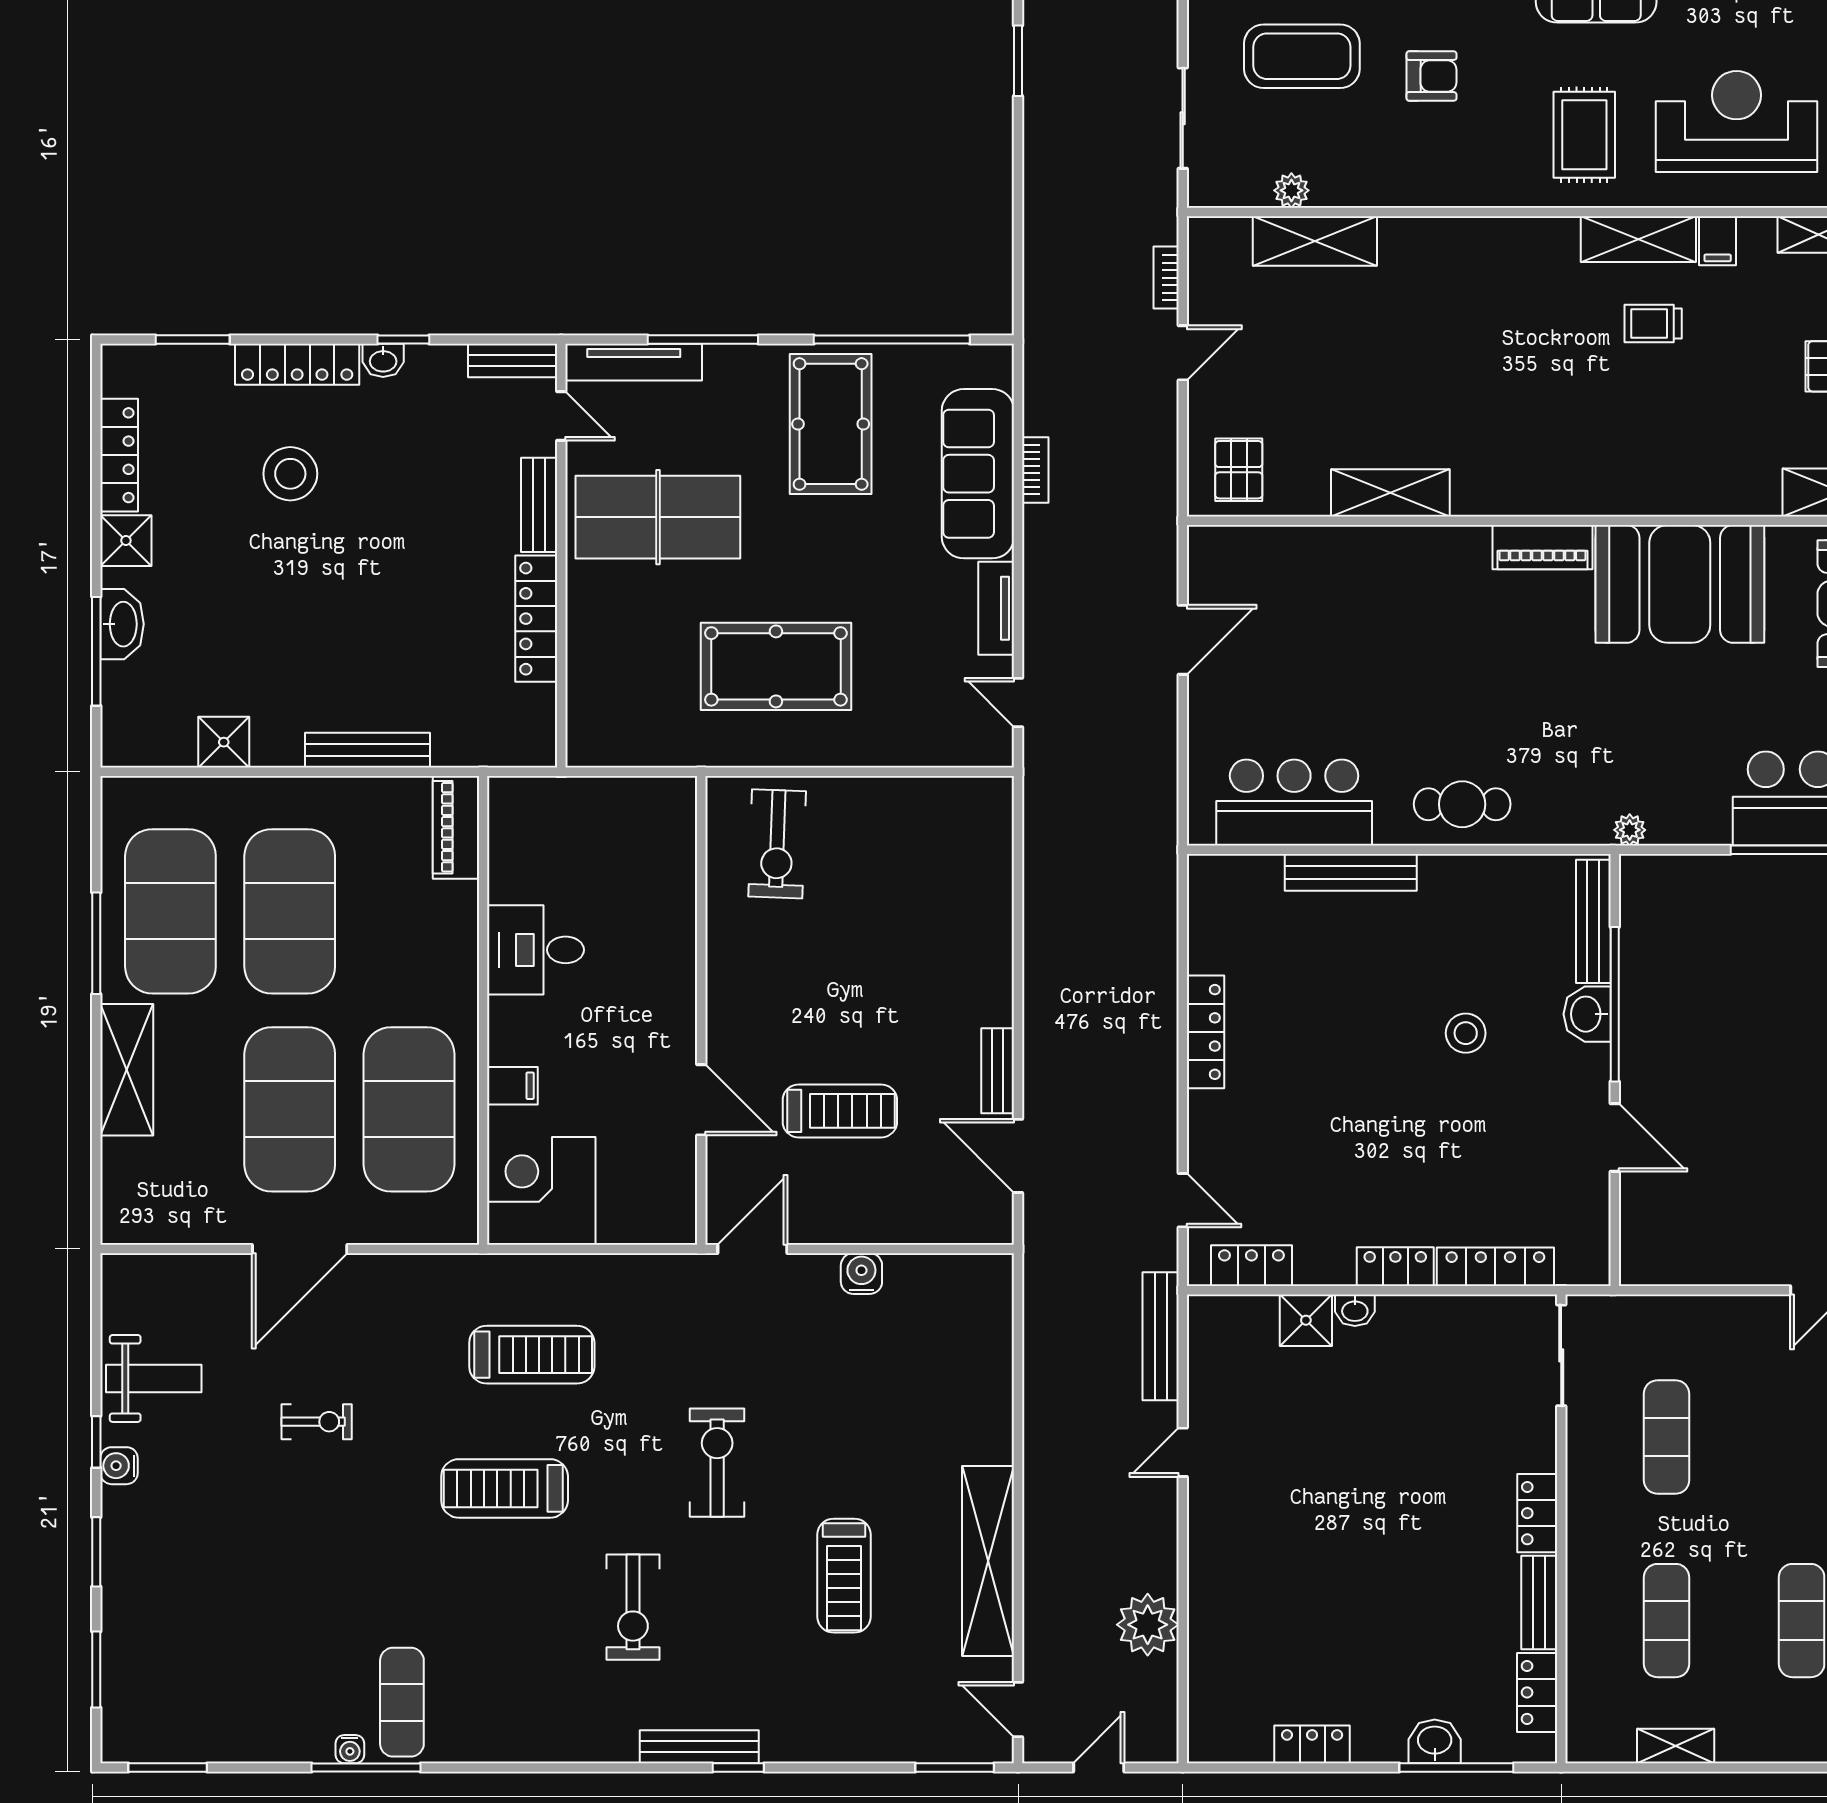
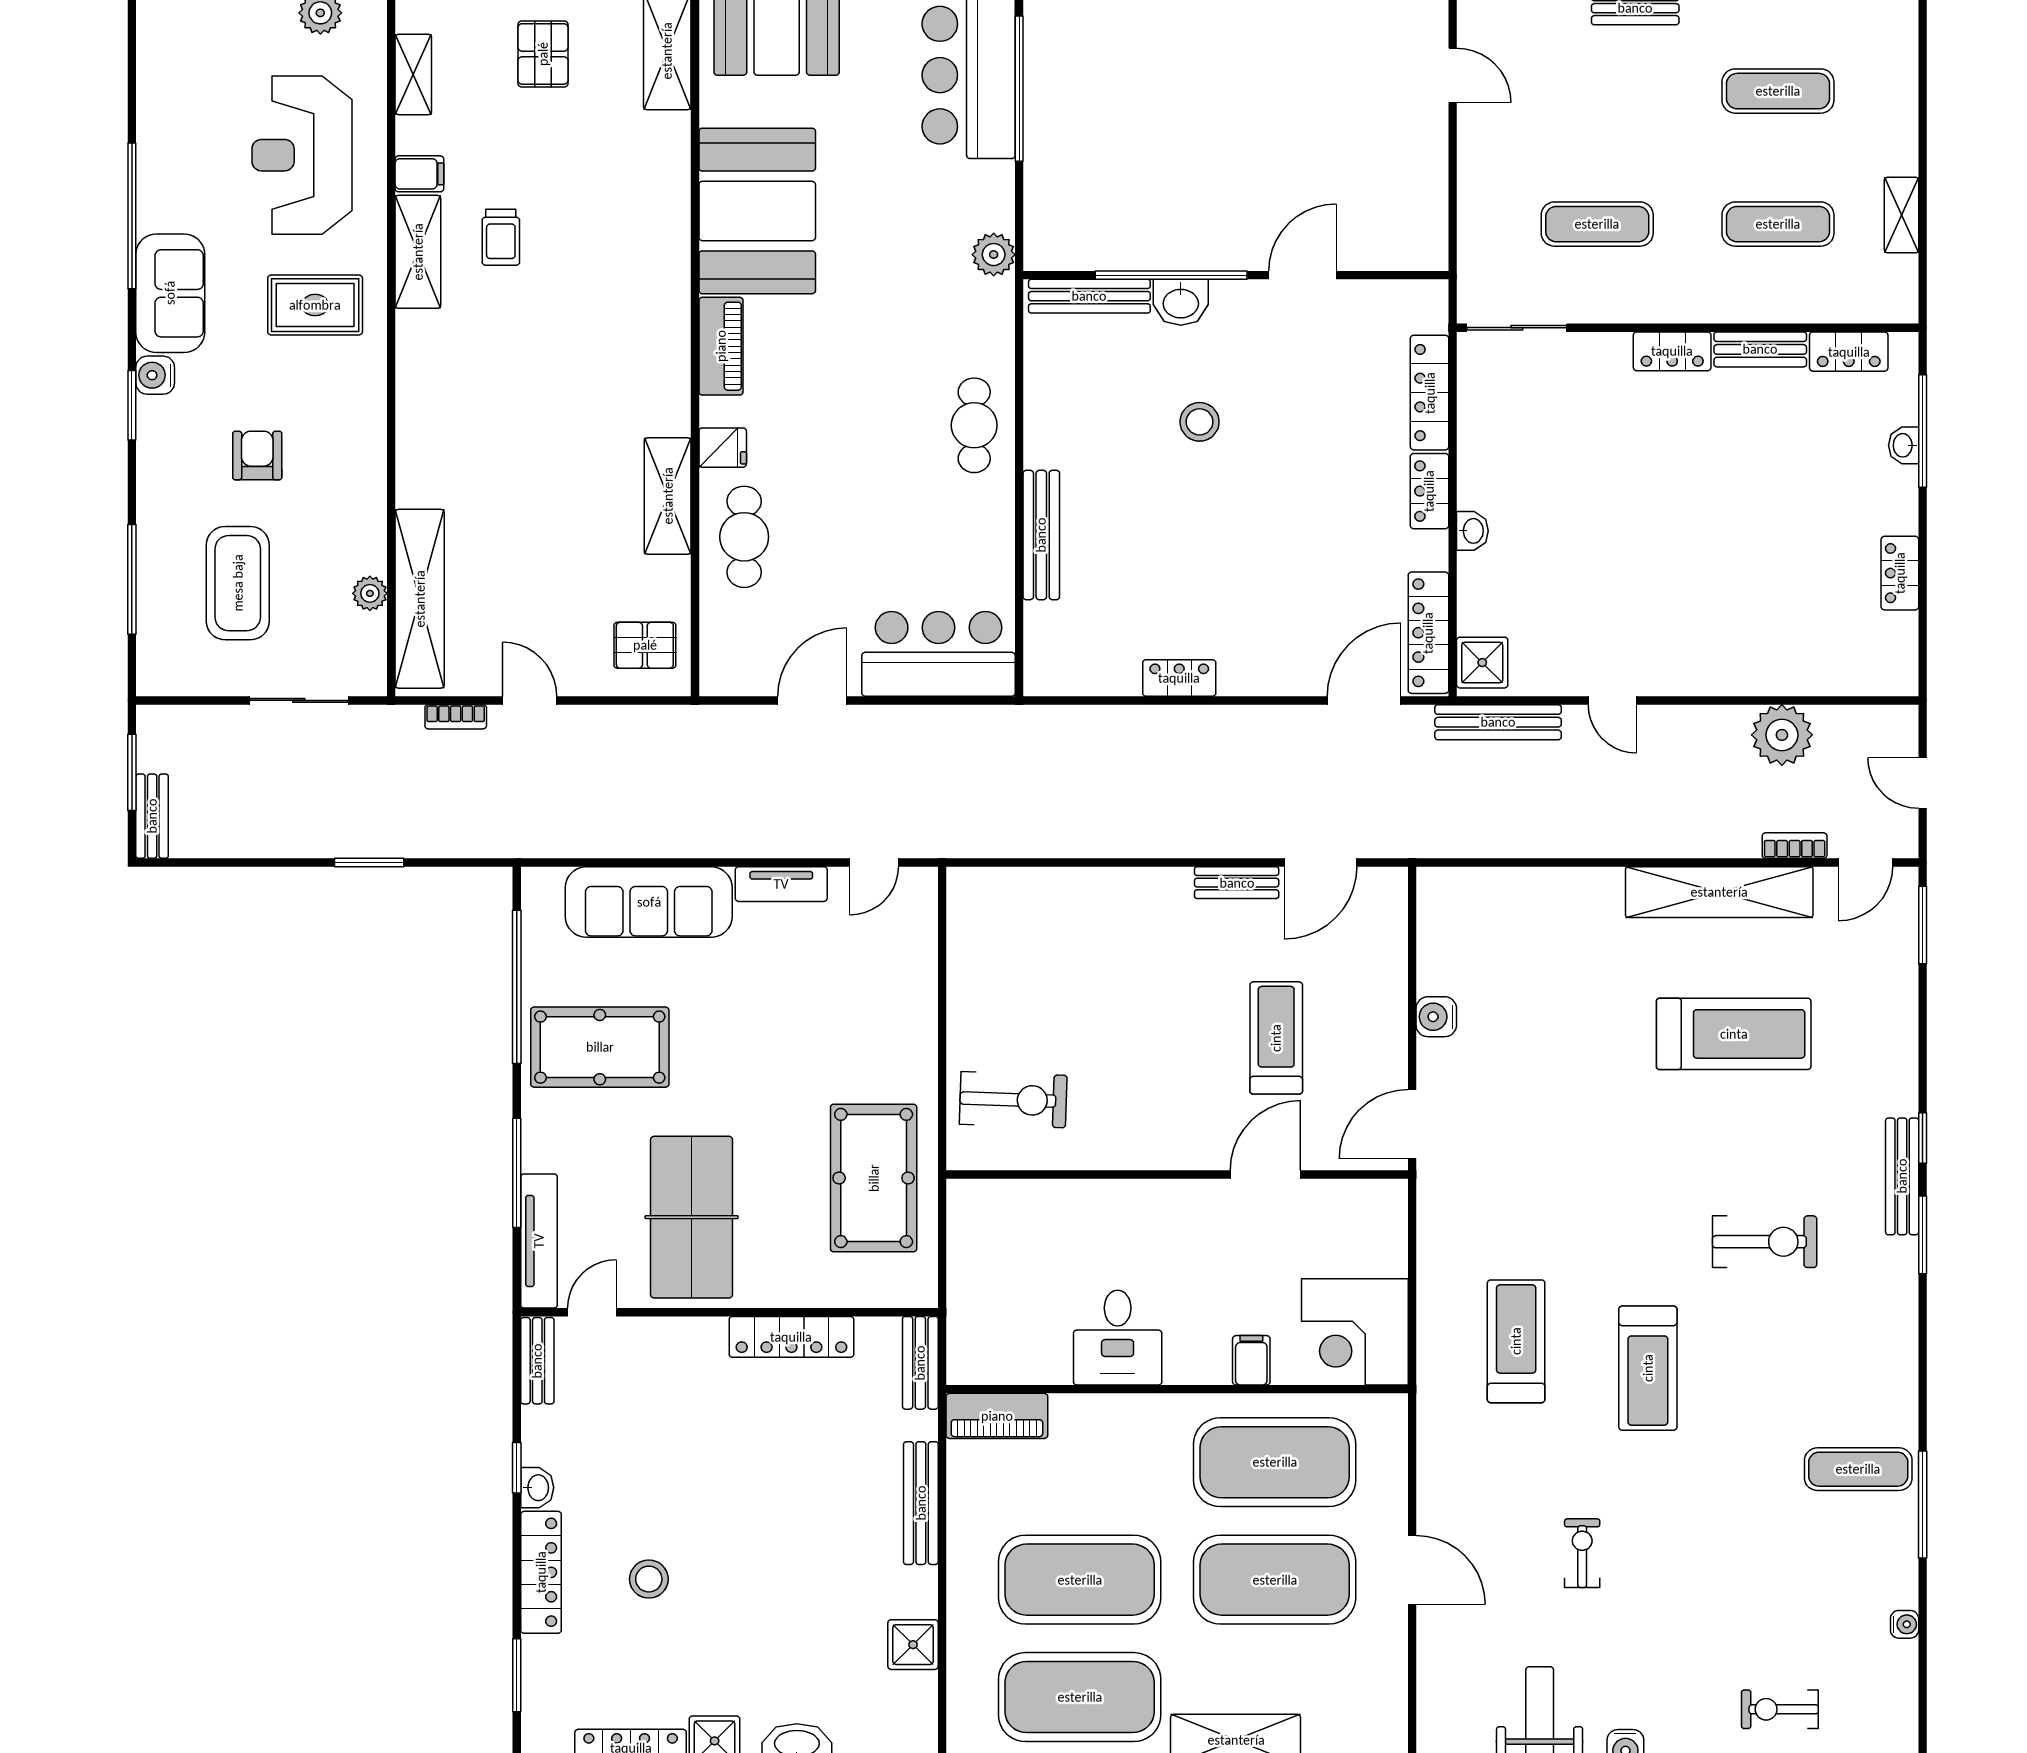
window: (1018, 61) -> (369, 863), moved
shelving: (1315, 241) -> (420, 599), width x1.47
bookcase: (1035, 470) -> (1795, 846), moved
stool: (290, 474) -> (649, 1579), width x0.73, depth x0.73
bench: (539, 505) -> (920, 1363), moved, turned 90
fridge: (1440, 549) -> (723, 448), added
cafe table: (1349, 571) -> (744, 537), added
door: (1183, 640) -> (812, 700), hinge flipped
pool table: (776, 666) -> (874, 1178), moved
bar counter: (1294, 803) -> (939, 654), moved, turned 90
plant: (1630, 830) -> (994, 255), width x1.38, depth x1.38
locker: (1205, 1032) -> (1179, 678), width x0.66
door: (1183, 1200) -> (1364, 700), width x1.38
door: (300, 1249) -> (1412, 1570), width x0.73
door: (752, 1249) -> (1412, 1124), hinge flipped
locker: (1251, 1266) -> (1428, 633), width x1.53
shower: (1306, 1320) -> (1482, 663), moved
exercise bike: (717, 1463) -> (1780, 1709), moved, width x0.73, depth x0.72
treadmill: (844, 1576) -> (1734, 1034), width x1.37, depth x1.38
washbasin: (1435, 1741) -> (1904, 445), width x0.72, depth x0.69
water cooler: (350, 1749) -> (1905, 1624), moved
window: (168, 1767) -> (1923, 1235), moved

